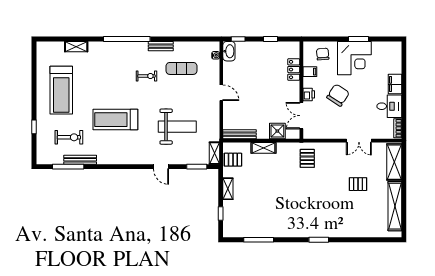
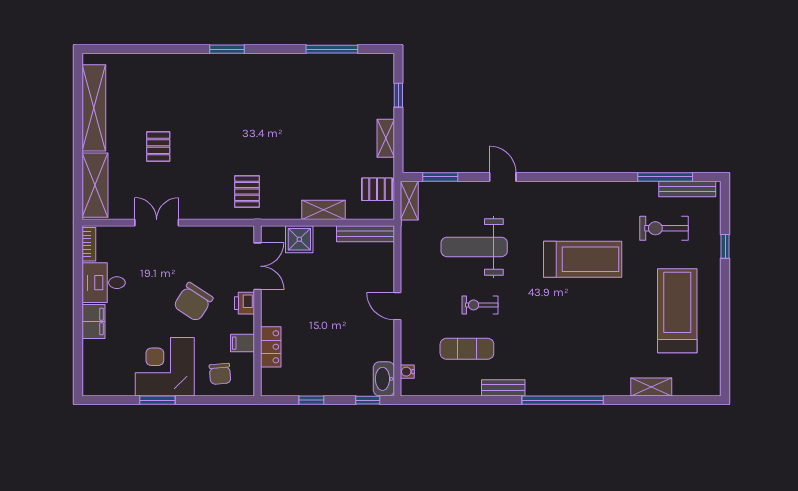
exercise bike: (147, 76) -> (480, 305), moved
bench: (80, 160) -> (687, 189), moved
pallet: (358, 184) -> (158, 147), turned 90

